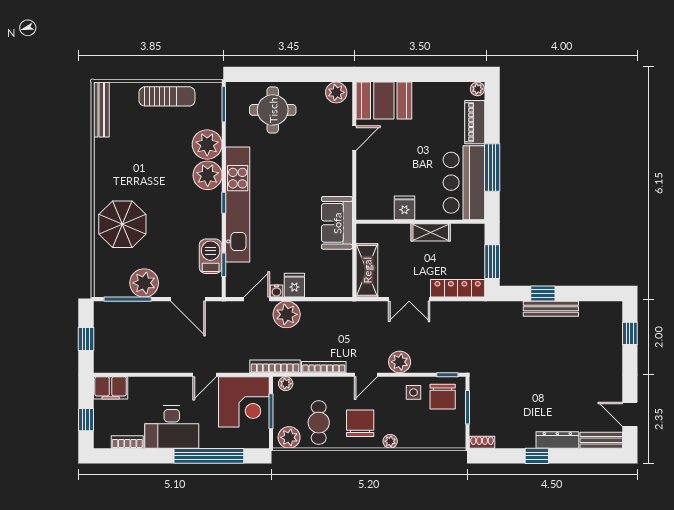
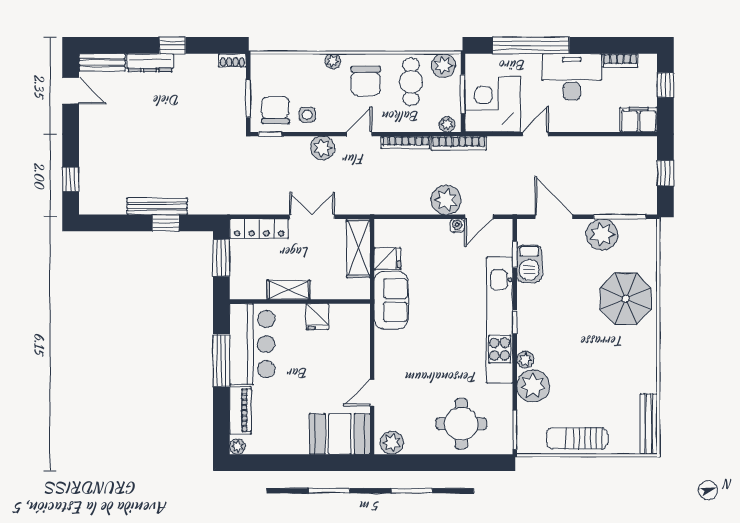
plant: (208, 175) -> (525, 360), width x0.53, depth x0.53
fridge: (294, 285) -> (387, 259), moved, turned -90

